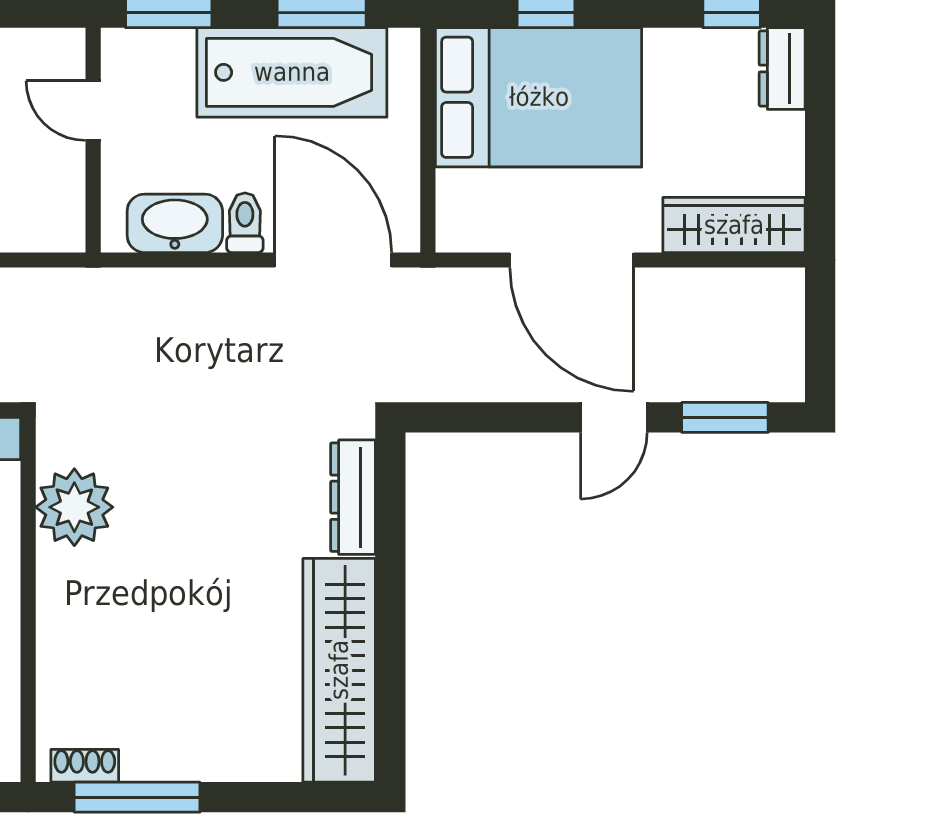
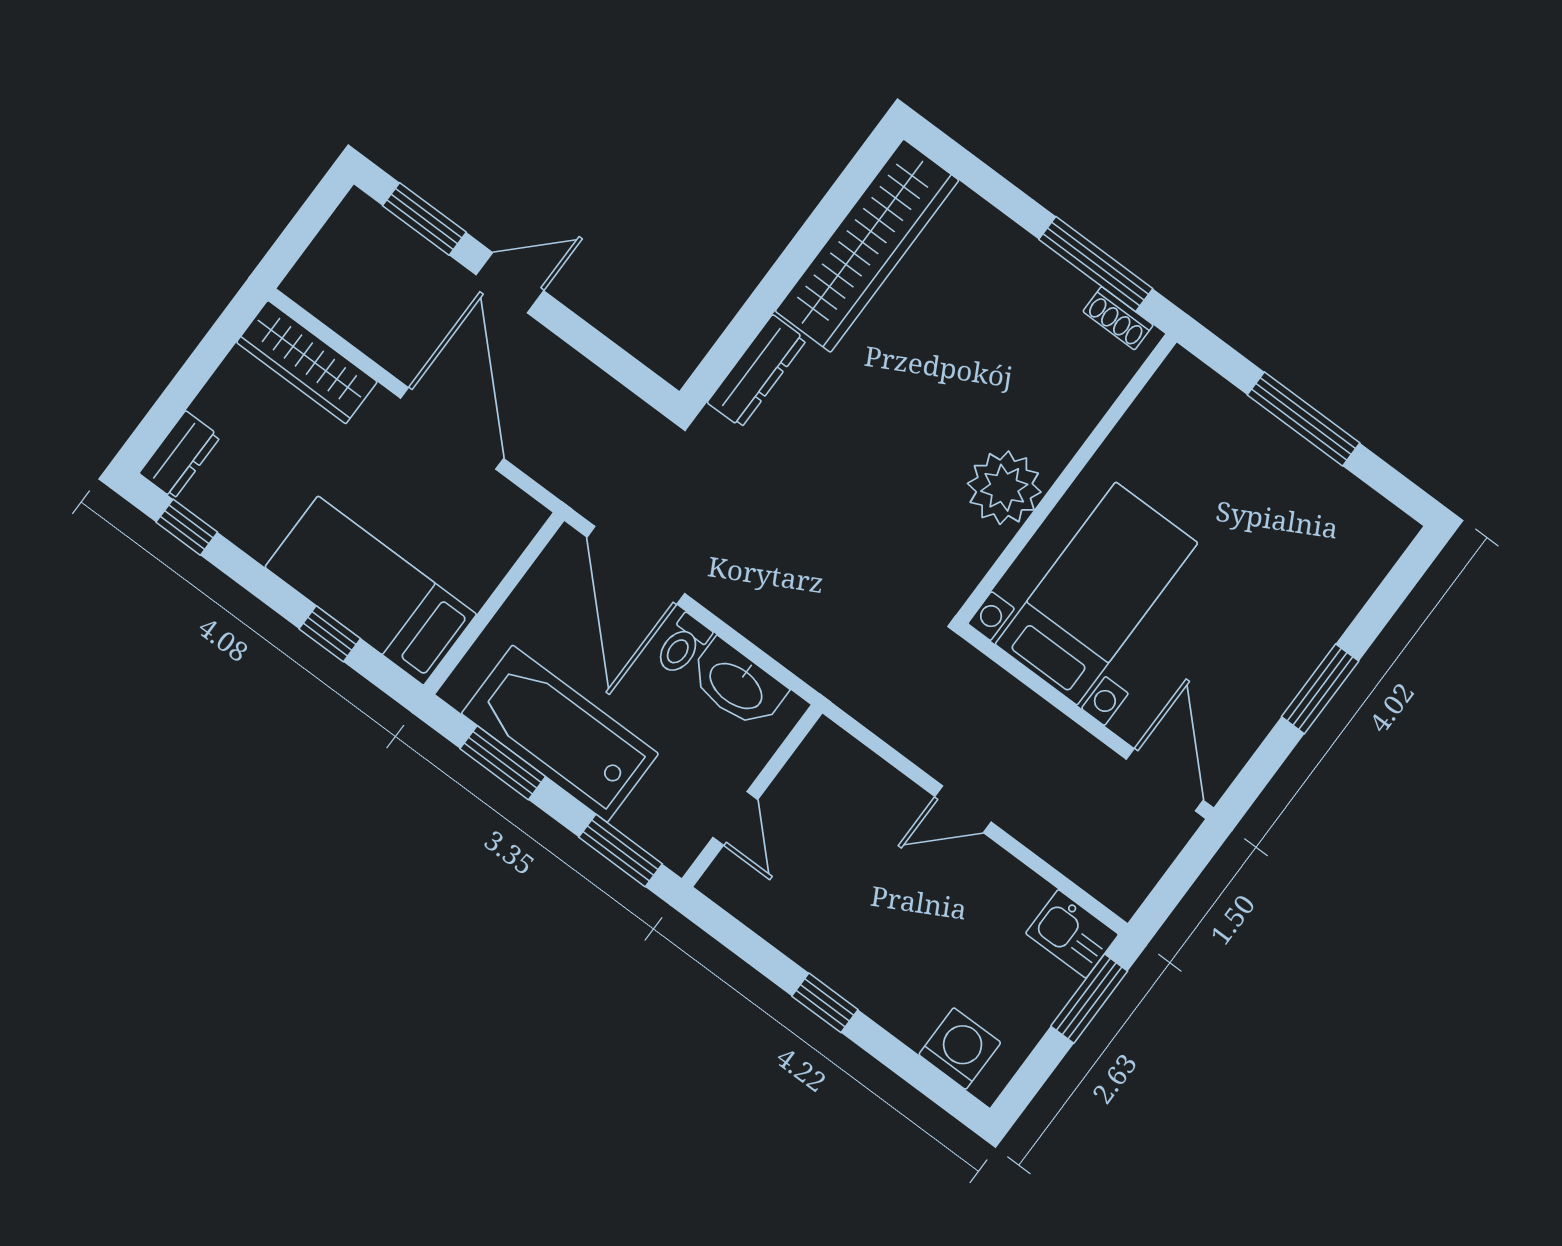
bed: (539, 97) -> (371, 591), width x0.67
plant: (74, 507) -> (1004, 488), moved

